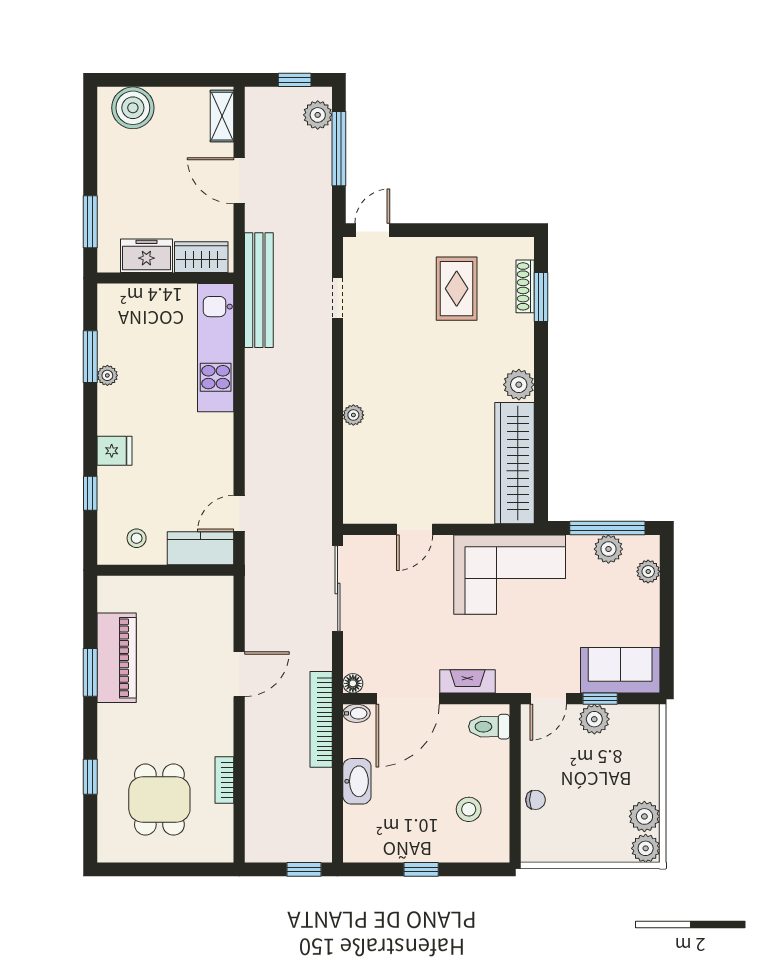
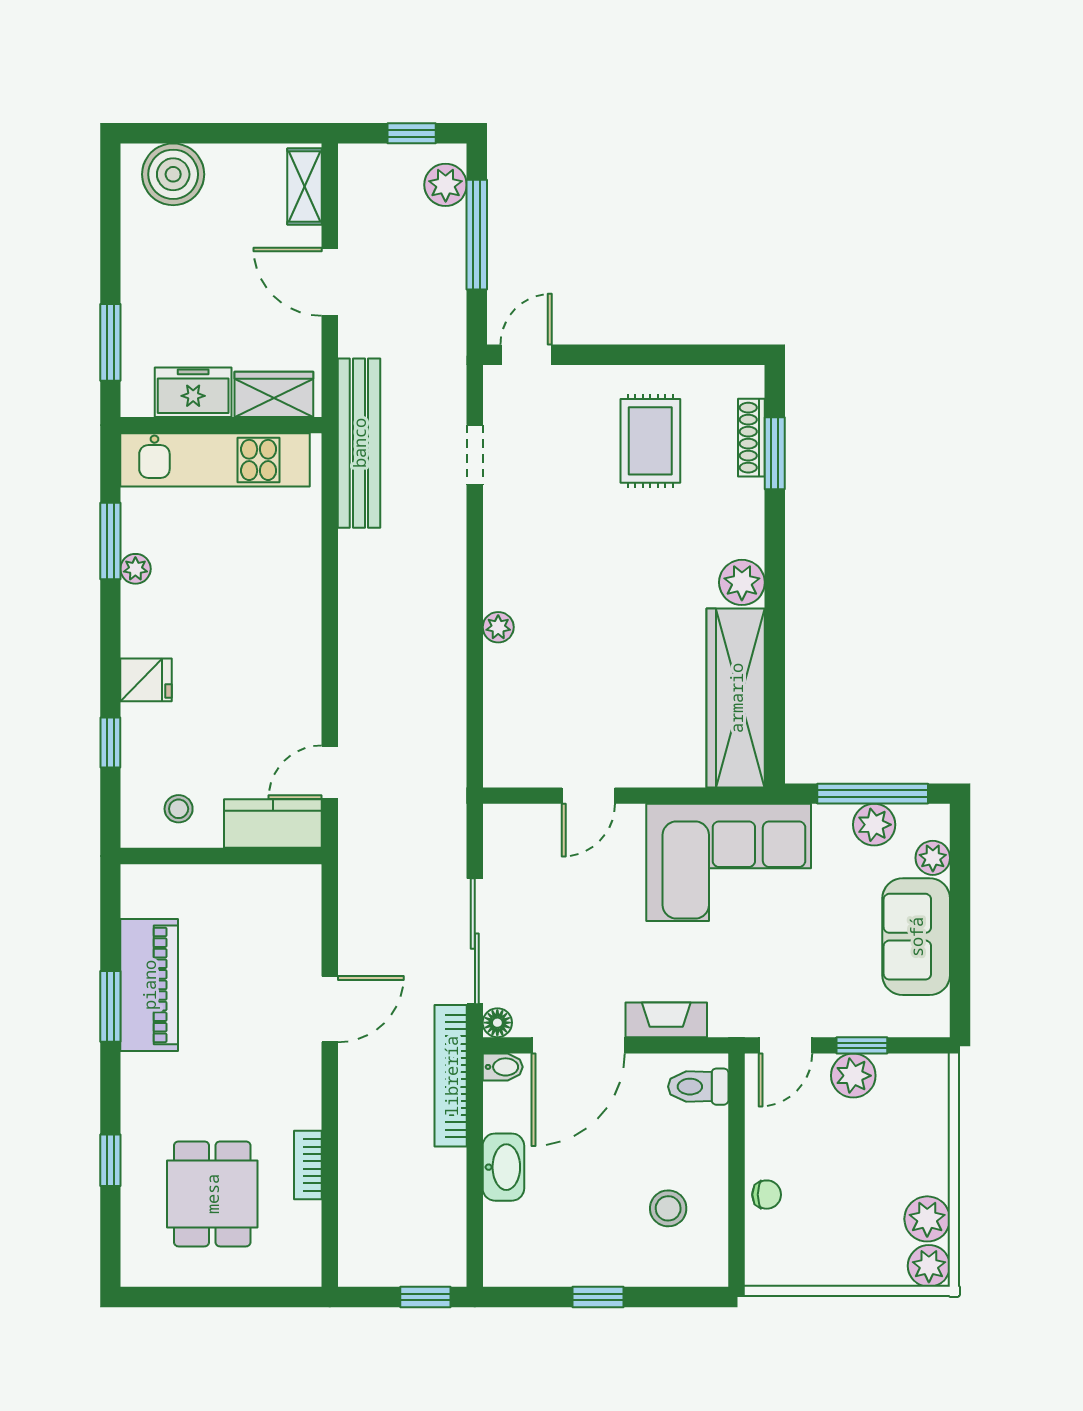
kitchen unit: (216, 348) -> (215, 460), moved, turned -90
sliding door: (338, 589) -> (475, 941), moved
sofa: (620, 670) -> (916, 937), moved, turned -90

